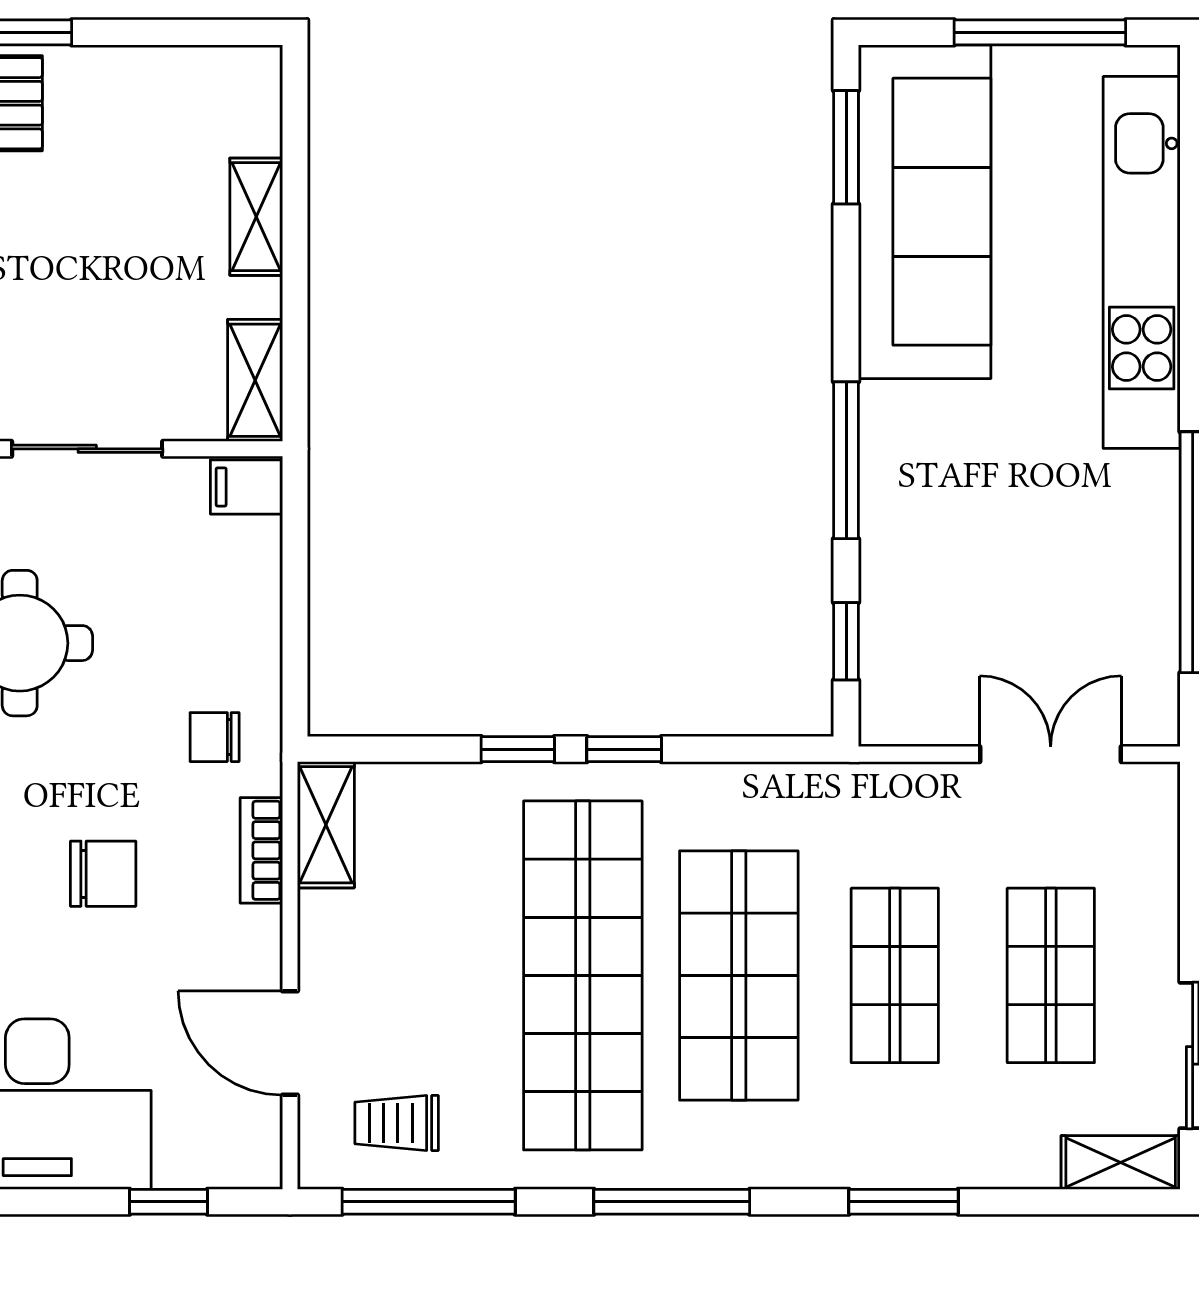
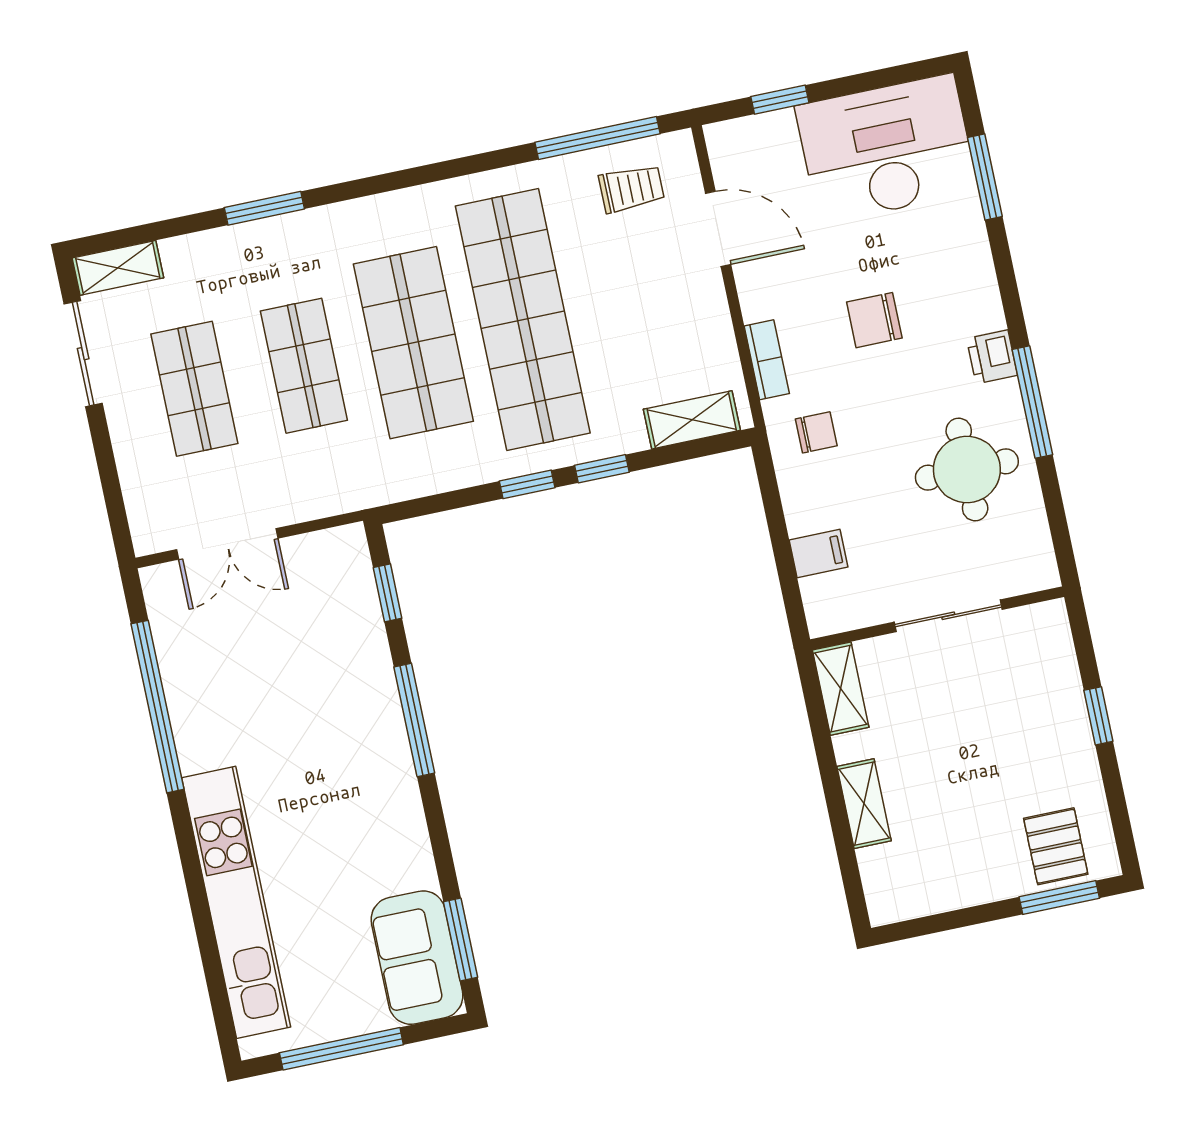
sofa: (925, 212) -> (417, 958), width x0.54, depth x0.79
filing cabinet: (246, 487) -> (819, 554), moved
shelving: (326, 825) -> (692, 420), moved, turned 90
window: (672, 1202) -> (427, 174), removed

